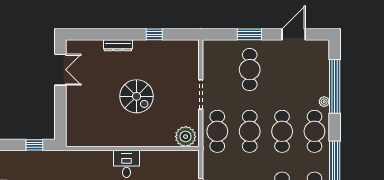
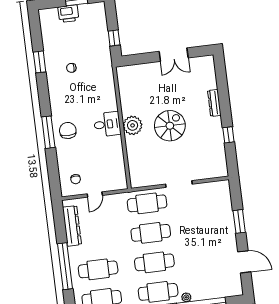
double door: (60, 70) -> (174, 55), moved
cafe table: (250, 70) -> (207, 226), removed
spiral stairs: (137, 96) -> (170, 126), turned 180
plant: (186, 137) -> (133, 125), moved

